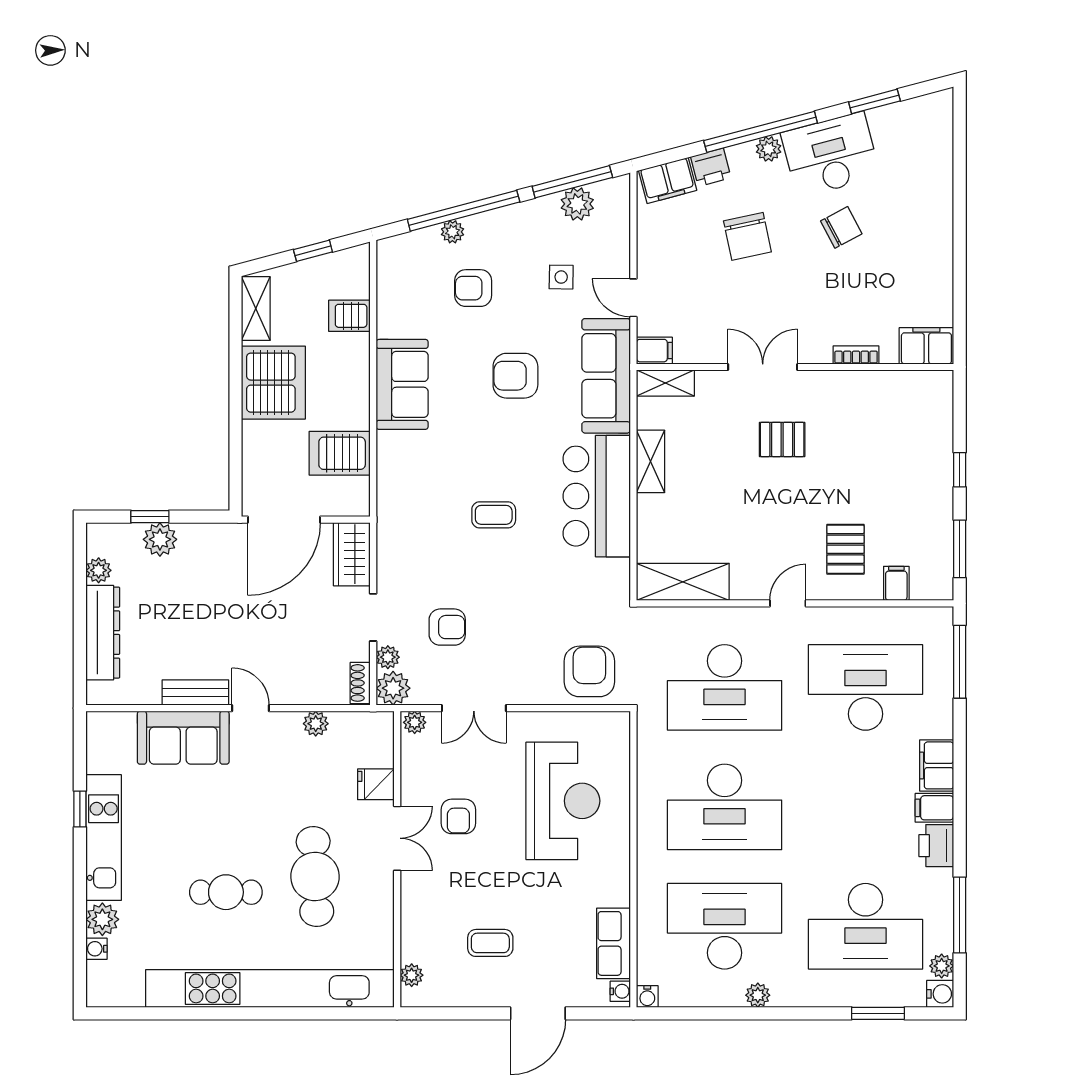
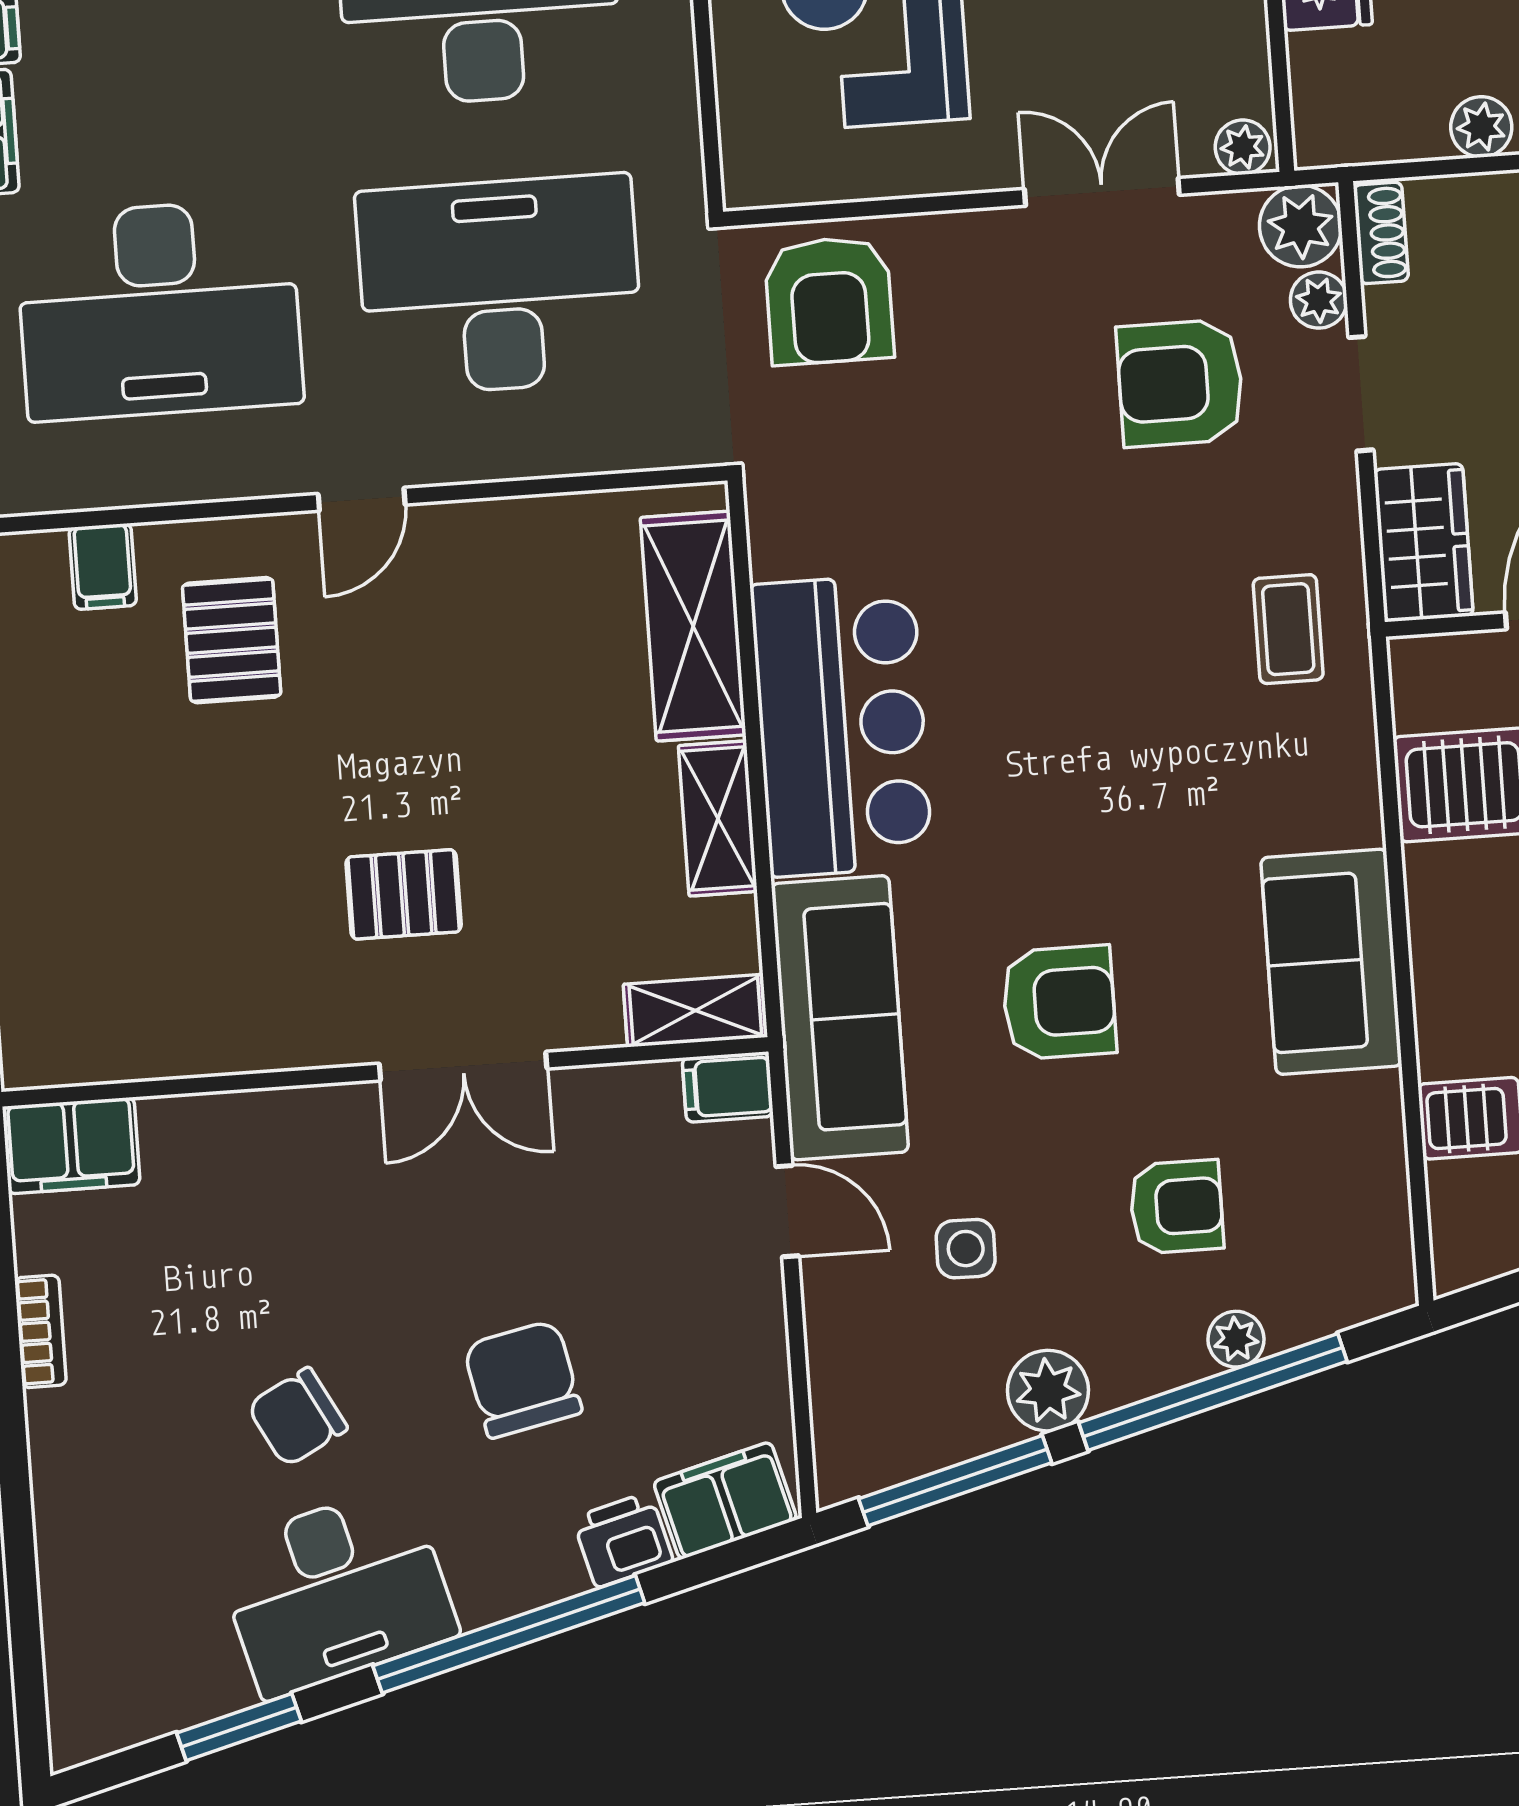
plant: (769, 149) -> (487, 1594), removed
plant: (577, 204) -> (1048, 1391), moved
bookcase: (856, 355) -> (40, 1331), moved, turned -90
coffee table: (494, 515) -> (1288, 629), moved, turned 90
shelving: (683, 582) -> (693, 626), moved, turned 90
armchair: (447, 627) -> (1180, 383), width x1.38, depth x1.38

